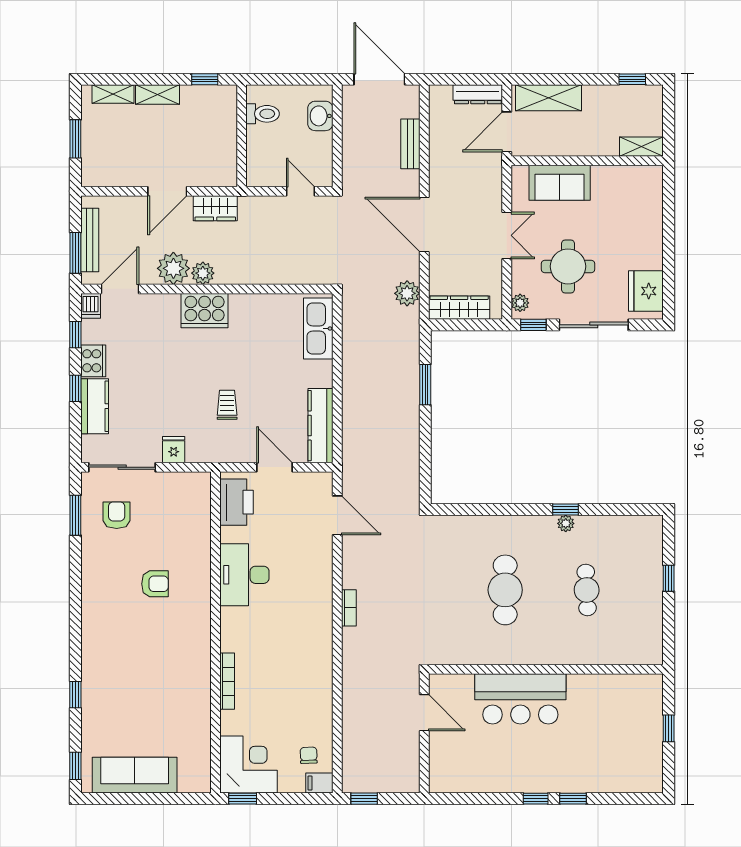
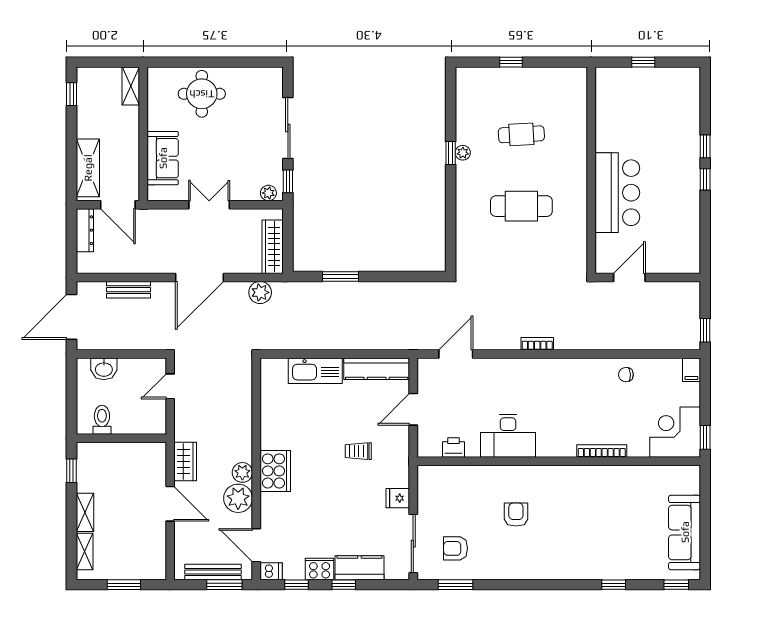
round table: (568, 266) -> (202, 94), moved
fridge: (646, 291) -> (258, 82), removed
kitchen sink: (318, 329) -> (315, 371), moved
printer: (237, 502) -> (454, 447), width x0.53, depth x0.68
chair: (309, 755) -> (626, 375), moved

